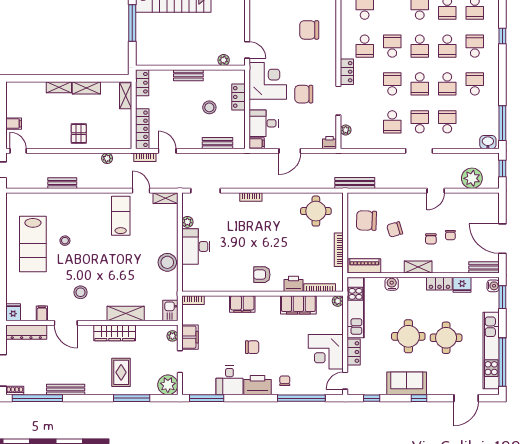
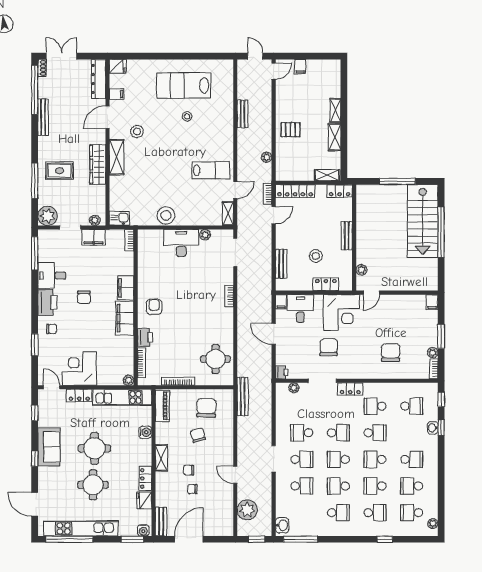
filing cabinet: (298, 305) -> (125, 318), moved
shelving: (126, 313) -> (117, 157), moved
window: (301, 398) -> (35, 345), width x0.47

